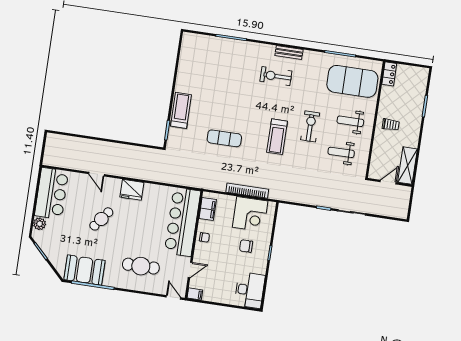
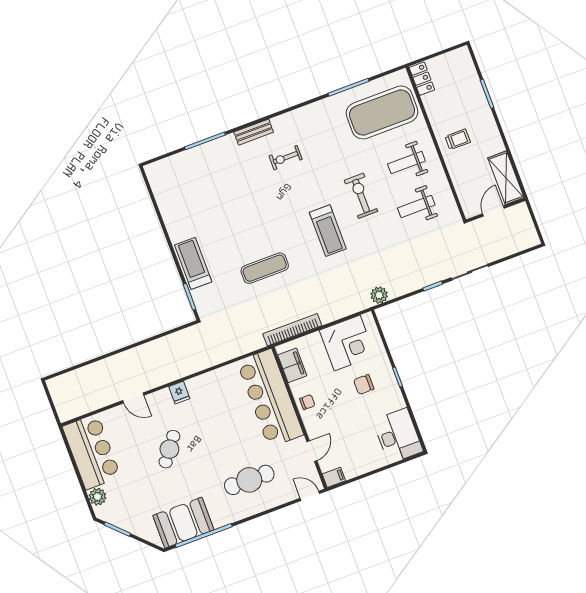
bench: (289, 53) -> (254, 132), moved
exercise bike: (276, 76) -> (286, 158), width x0.73, depth x0.72
fridge: (132, 190) -> (179, 393), width x0.53, depth x0.75
bookcase: (247, 191) -> (292, 330), moved
plant: (287, 195) -> (379, 295), added

